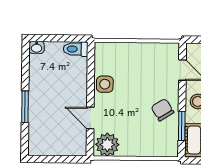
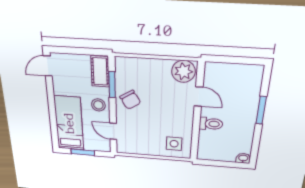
toilet: (76, 49) -> (211, 124), moved
side table: (105, 84) -> (174, 144), moved

